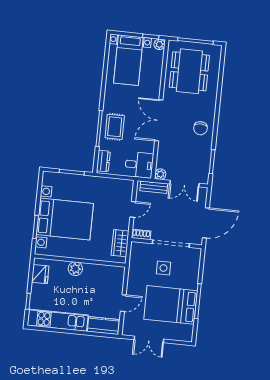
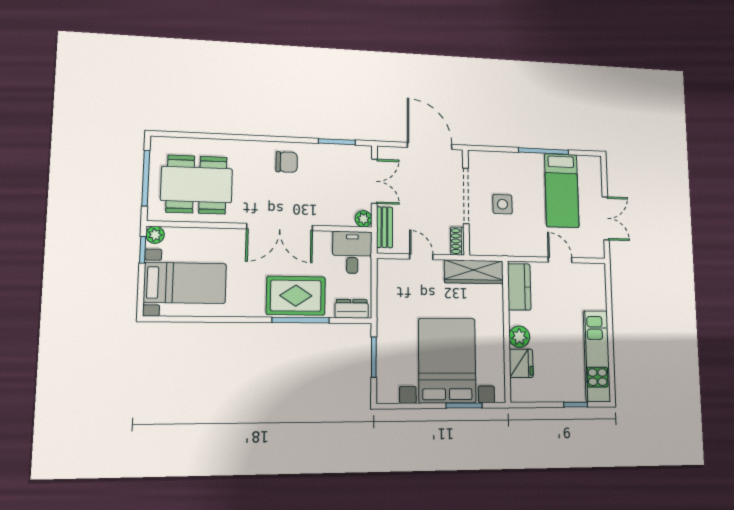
rug: (115, 127) -> (296, 296), width x1.36, depth x1.43
wardrobe: (120, 243) -> (474, 272), width x1.50
fridge: (40, 274) -> (521, 363), moved, turned 90
bed: (171, 305) -> (562, 190), width x0.67
kitchen counter: (103, 326) -> (519, 287), moved, turned 180

